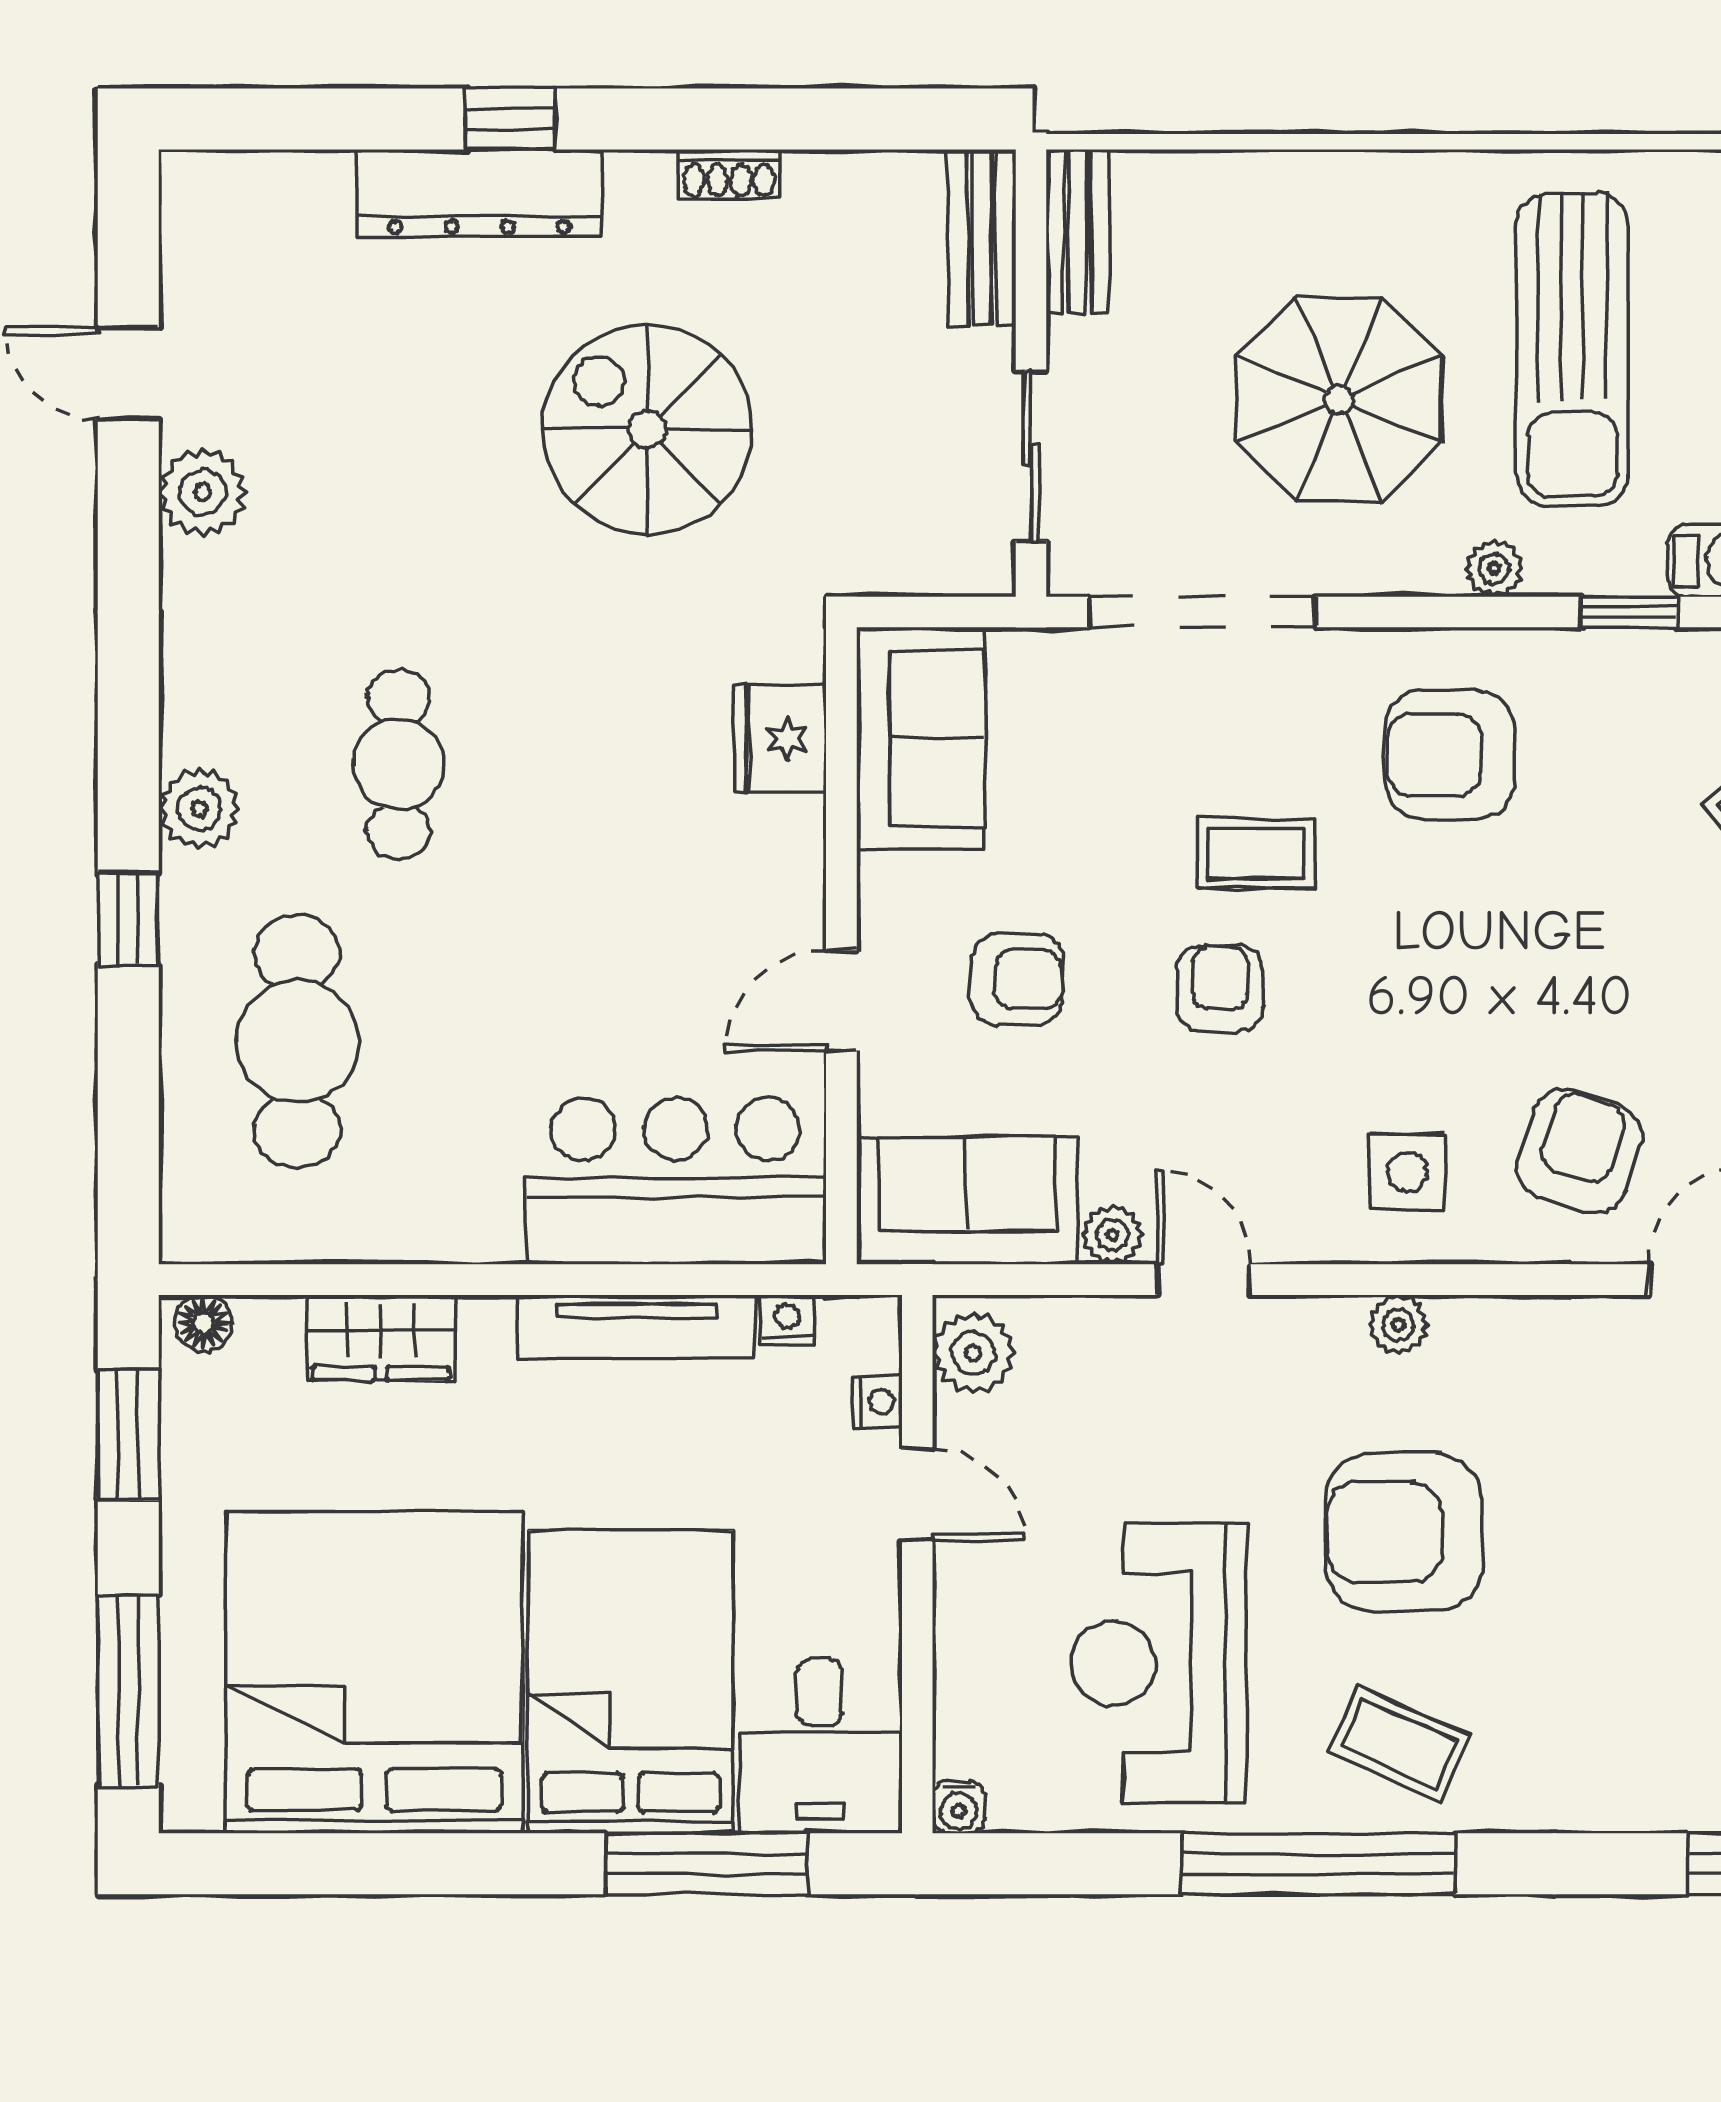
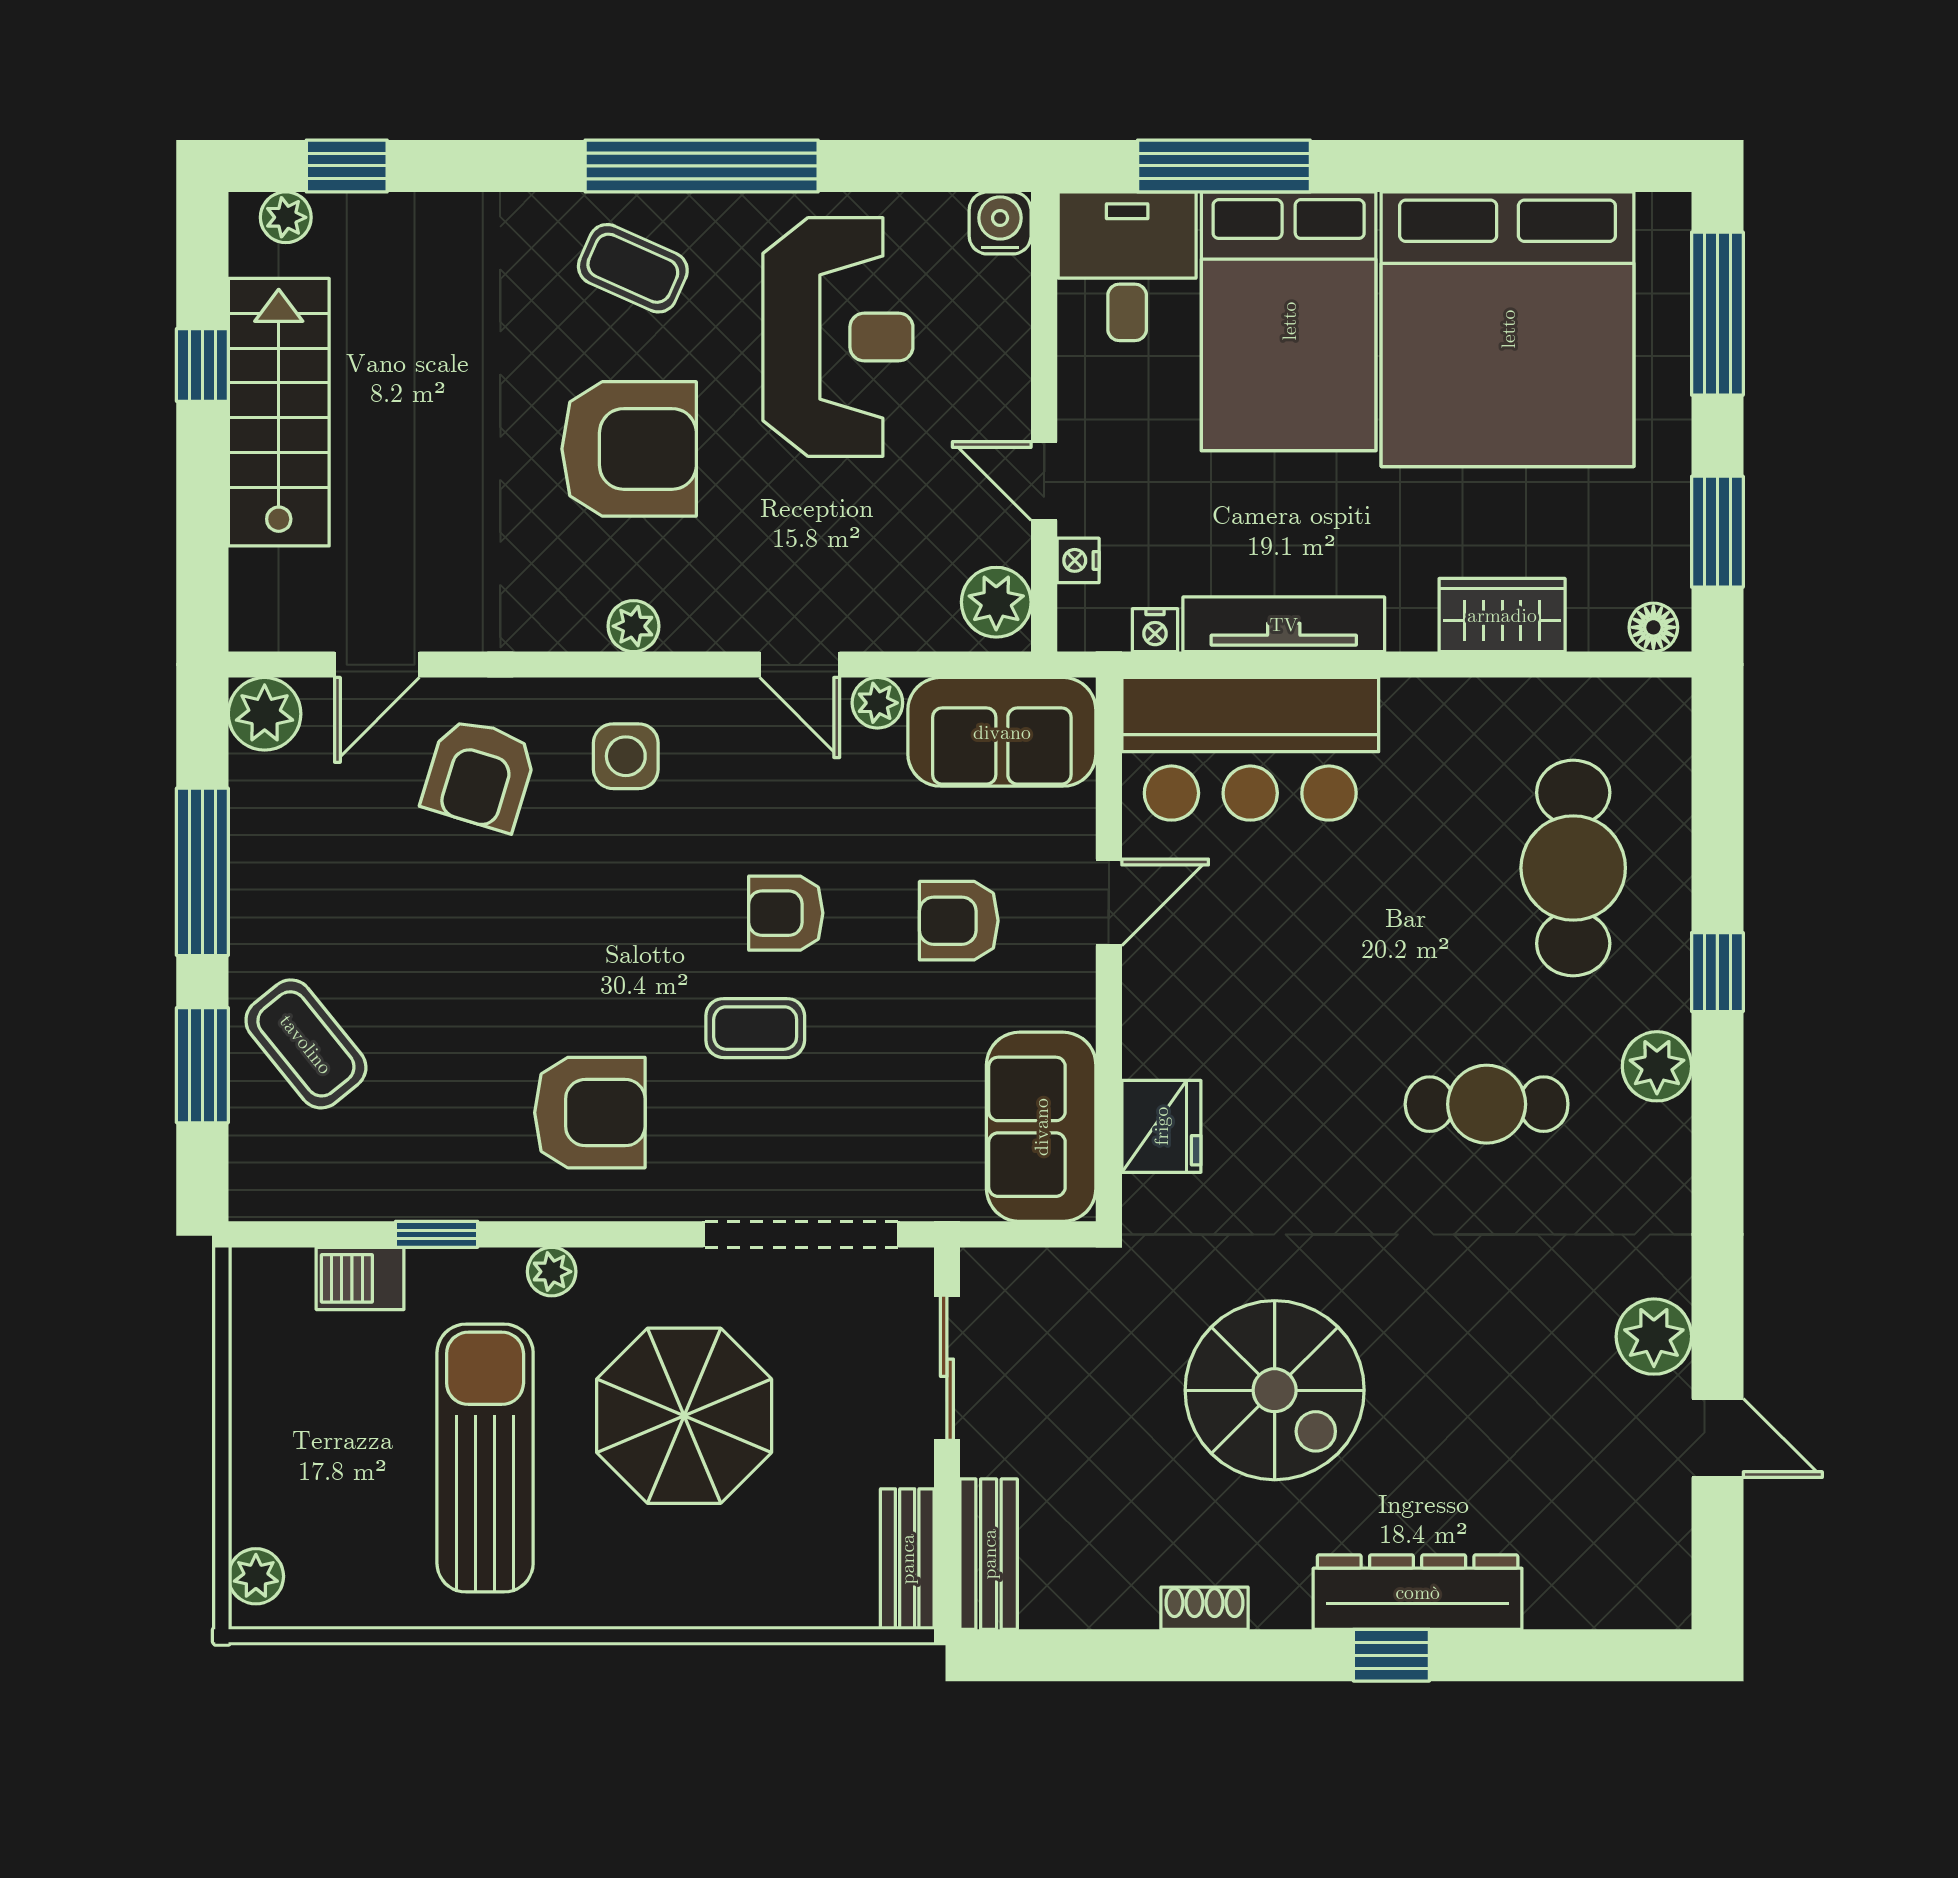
cafe table: (399, 765) -> (1487, 1104), turned 90
armchair: (1220, 988) -> (786, 913), turned 90
water cooler: (959, 1807) -> (1000, 223), width x1.38, depth x1.38

